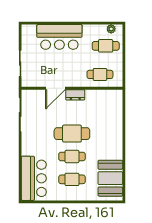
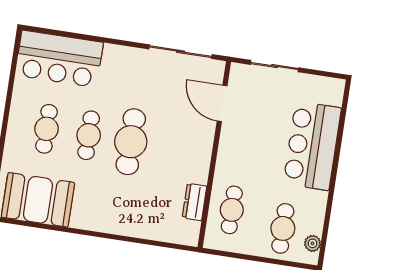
door: (55, 88) -> (222, 103), moved
dresser: (75, 95) -> (195, 202), moved

